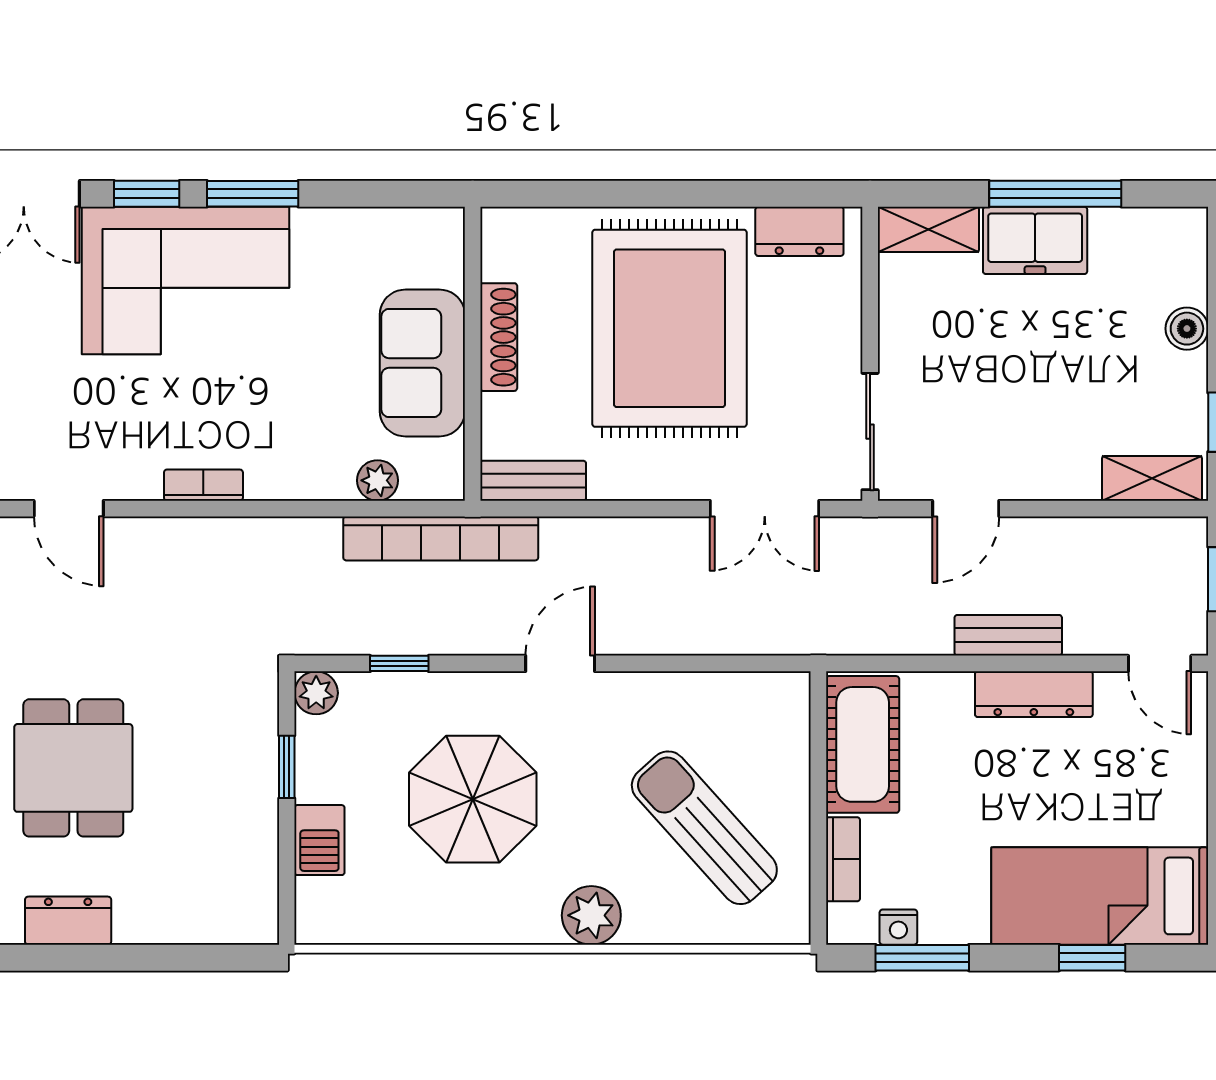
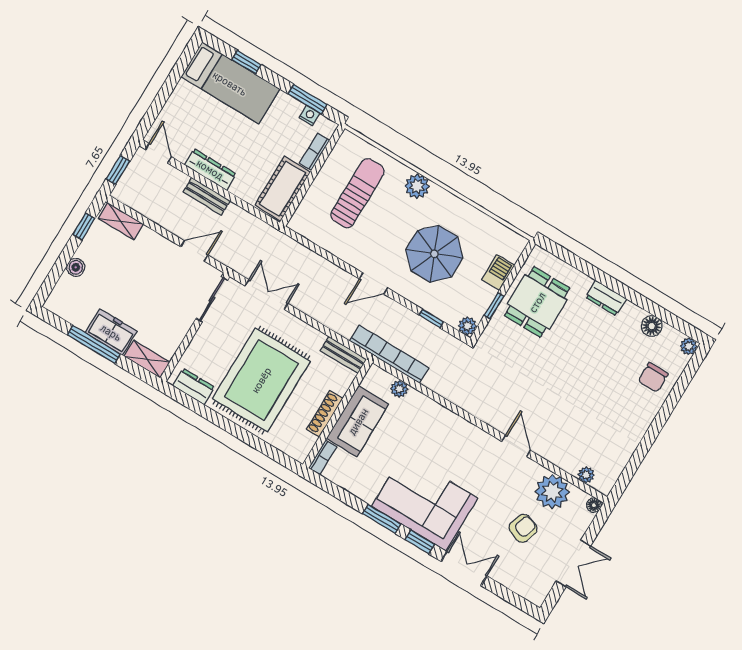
bookcase: (203, 485) -> (323, 457), moved, turned -90
dining table: (73, 768) -> (537, 302), moved
sun lounger: (704, 828) -> (357, 193), turned -138

